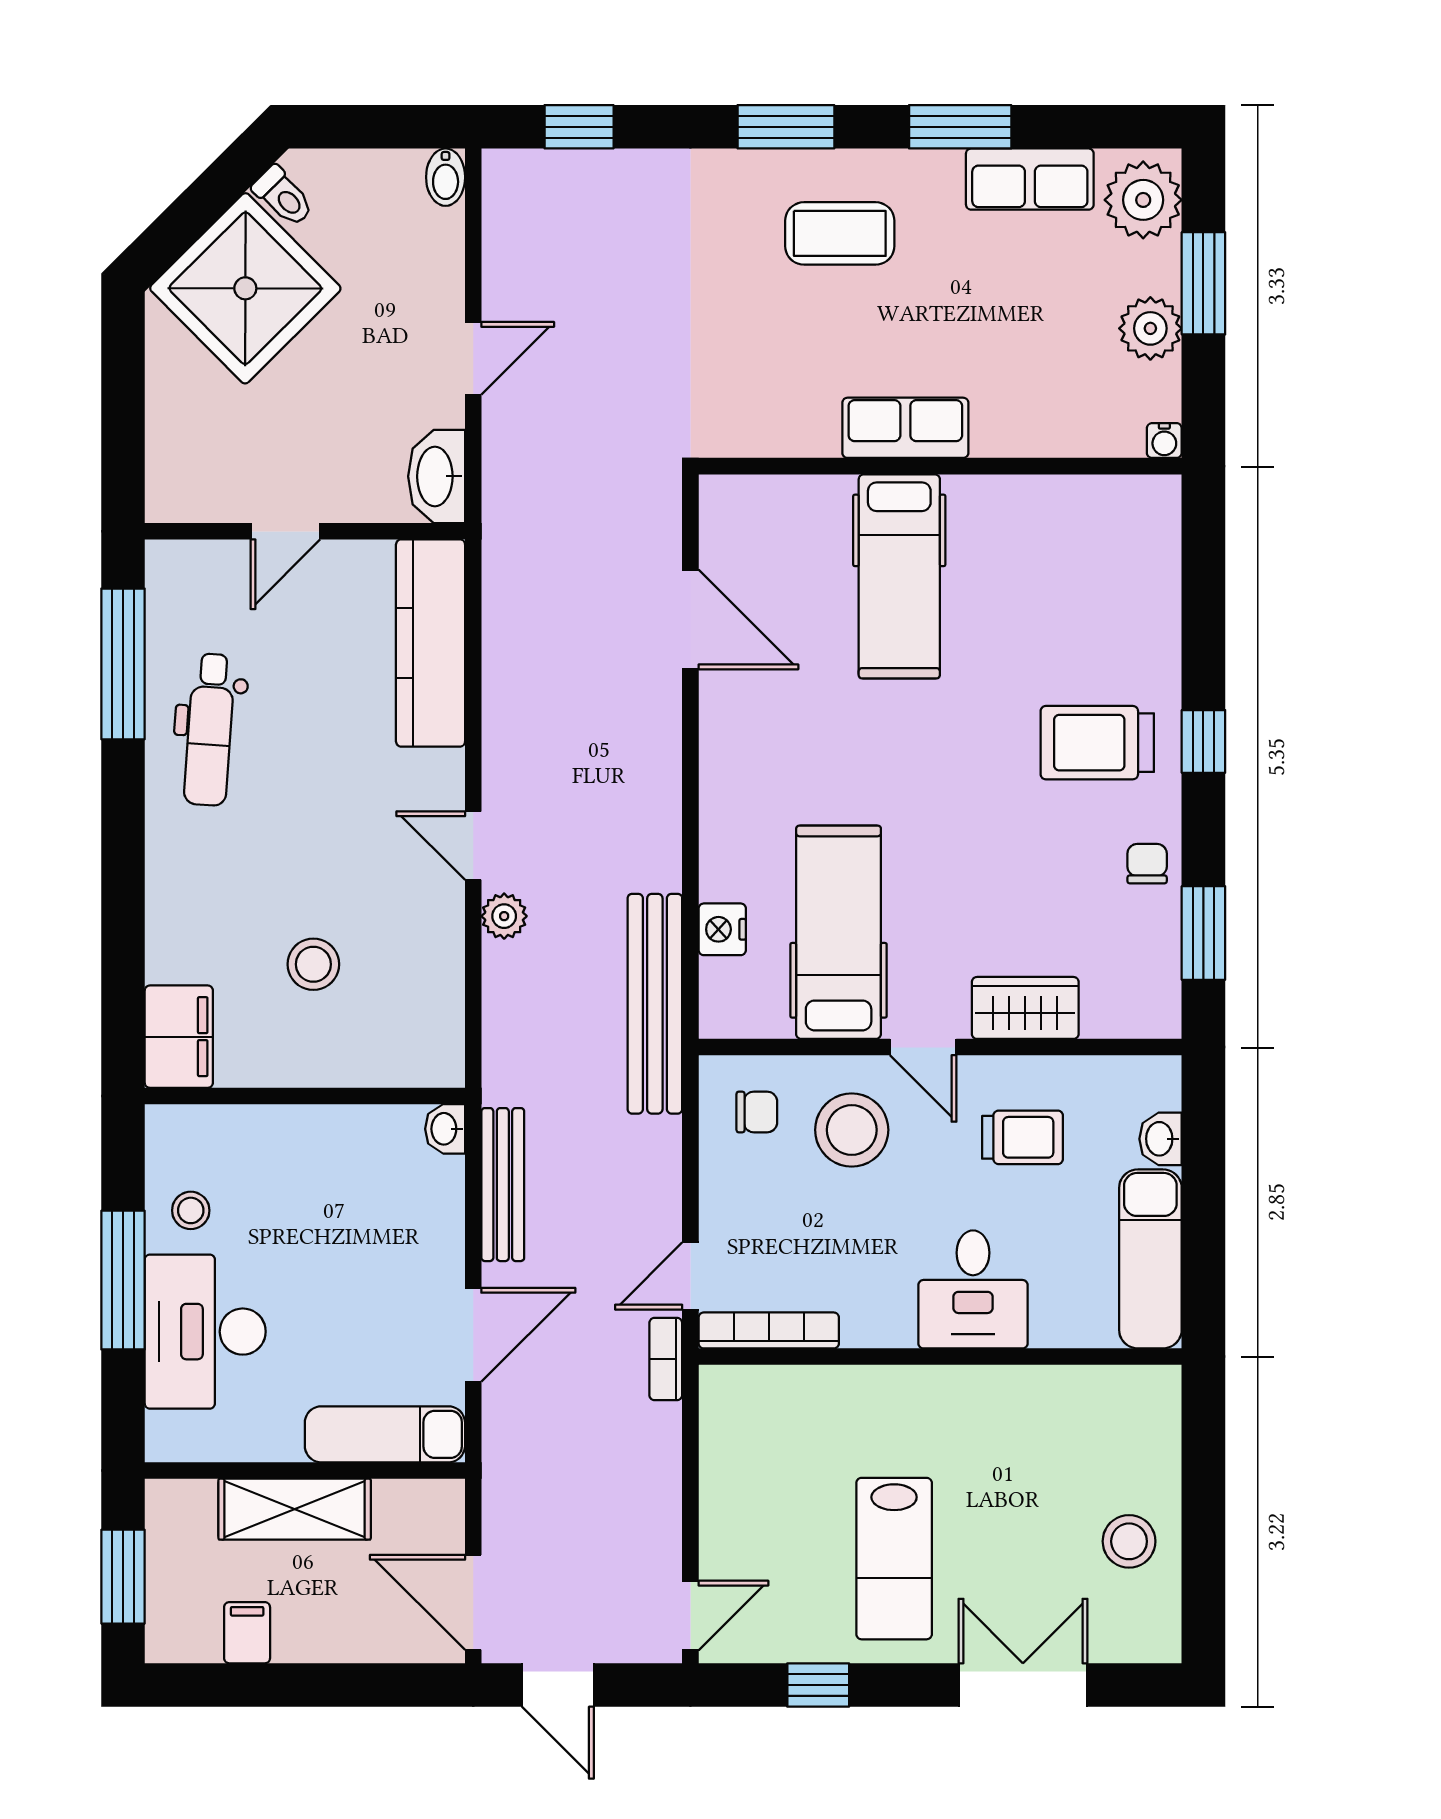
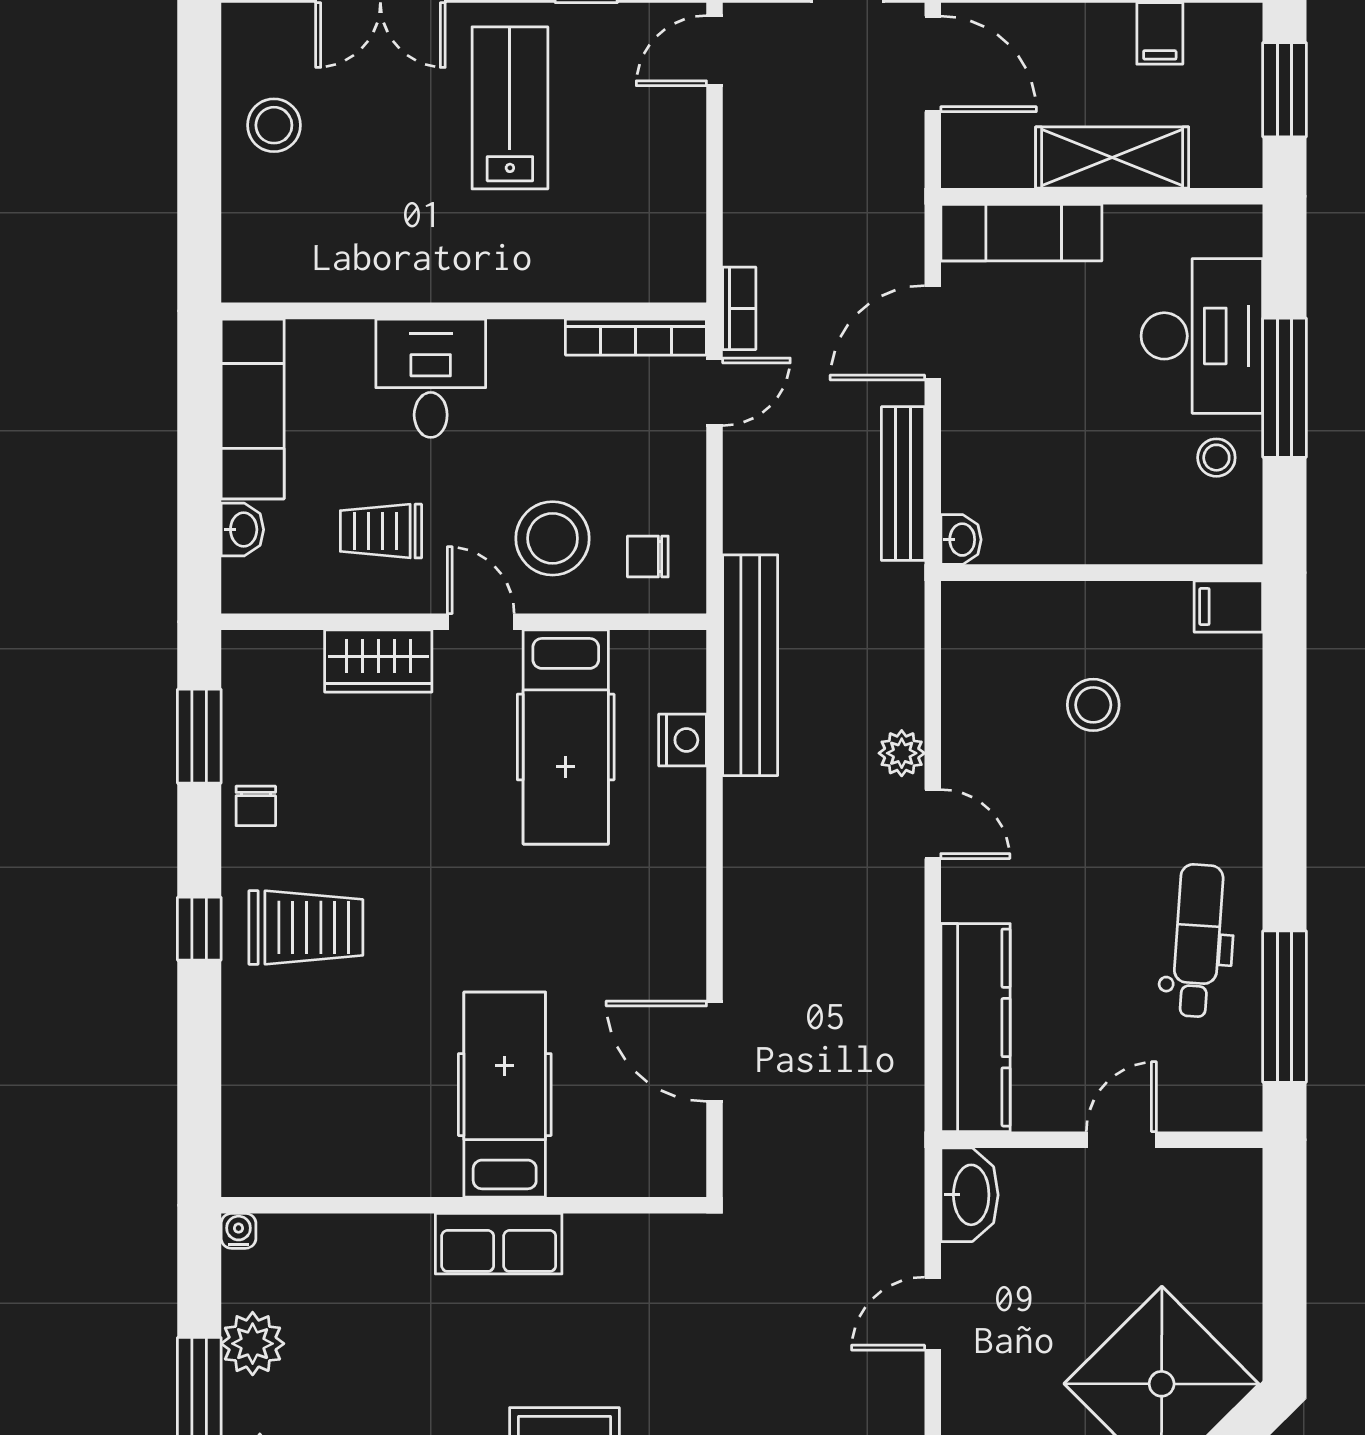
filing cabinet: (179, 1037) -> (1228, 606), width x0.50

